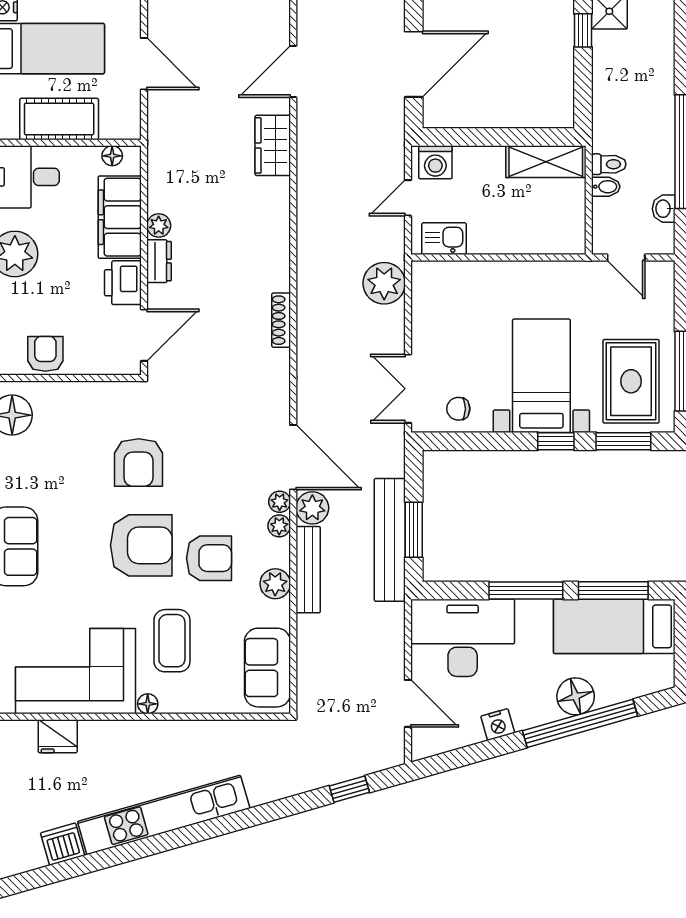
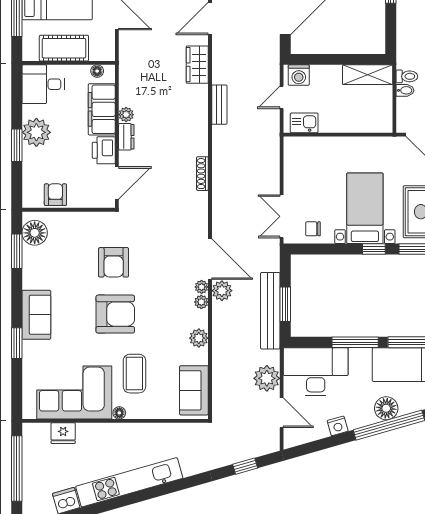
plant: (384, 283) -> (267, 378), moved
armchair: (209, 558) -> (157, 322), removed
bench: (308, 570) -> (219, 105), moved, width x0.73

